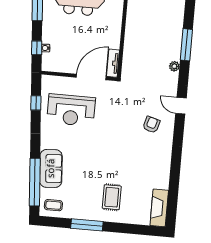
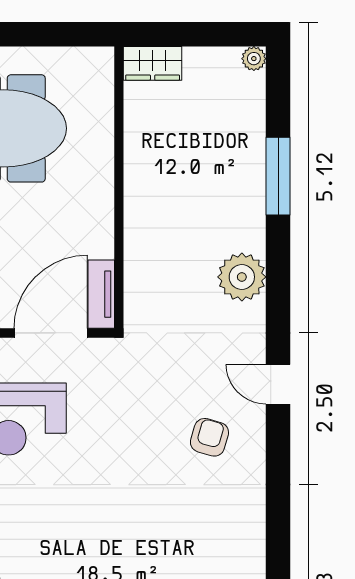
window: (186, 45) -> (278, 176), moved
plant: (174, 66) -> (242, 277), width x1.87, depth x1.87

